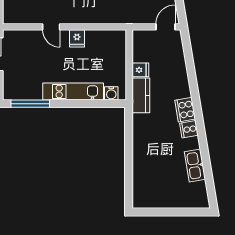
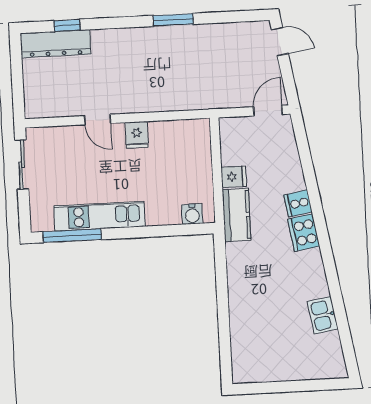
kitchen unit: (73, 92) -> (99, 216), moved
cooker: (189, 129) -> (298, 203), moved
kitchen sink: (195, 166) -> (323, 315), width x0.73

